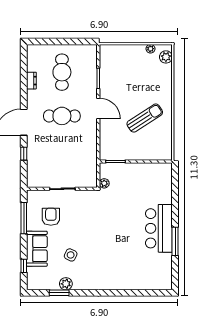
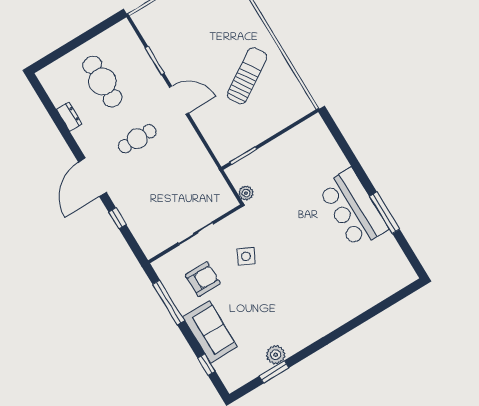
cafe table: (62, 116) -> (137, 139), width x0.73, depth x0.74
armchair: (51, 217) -> (203, 279), turned 90
side table: (71, 255) -> (246, 256), moved

